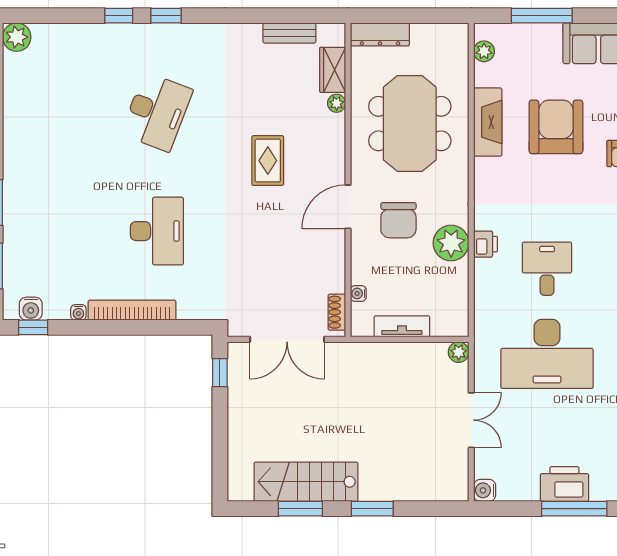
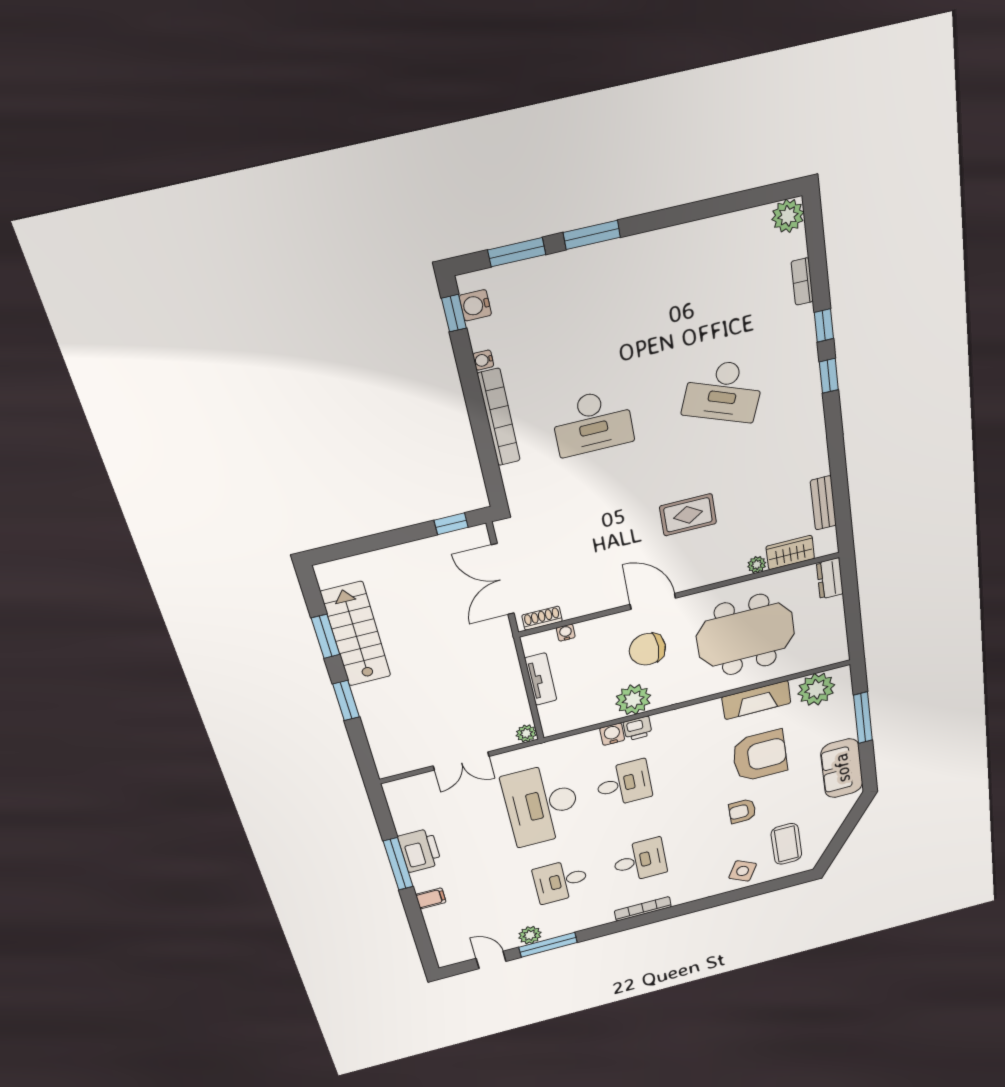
bookcase: (75, 31) -> (802, 282), added
dresser: (380, 34) -> (830, 578), width x0.70
plant: (484, 51) -> (816, 689), width x1.88, depth x1.88
water cooler: (485, 490) -> (612, 734), moved

